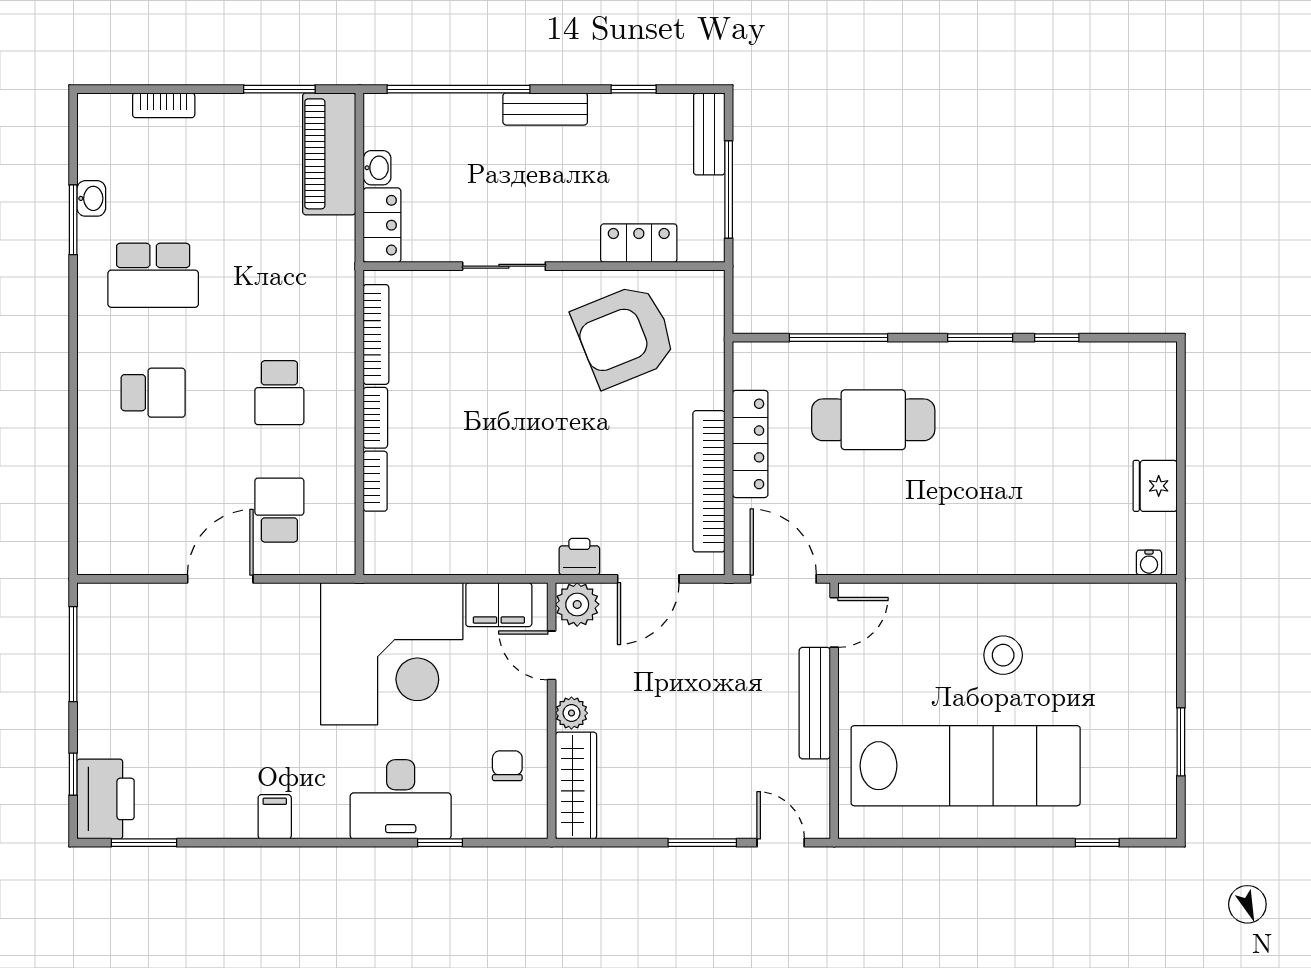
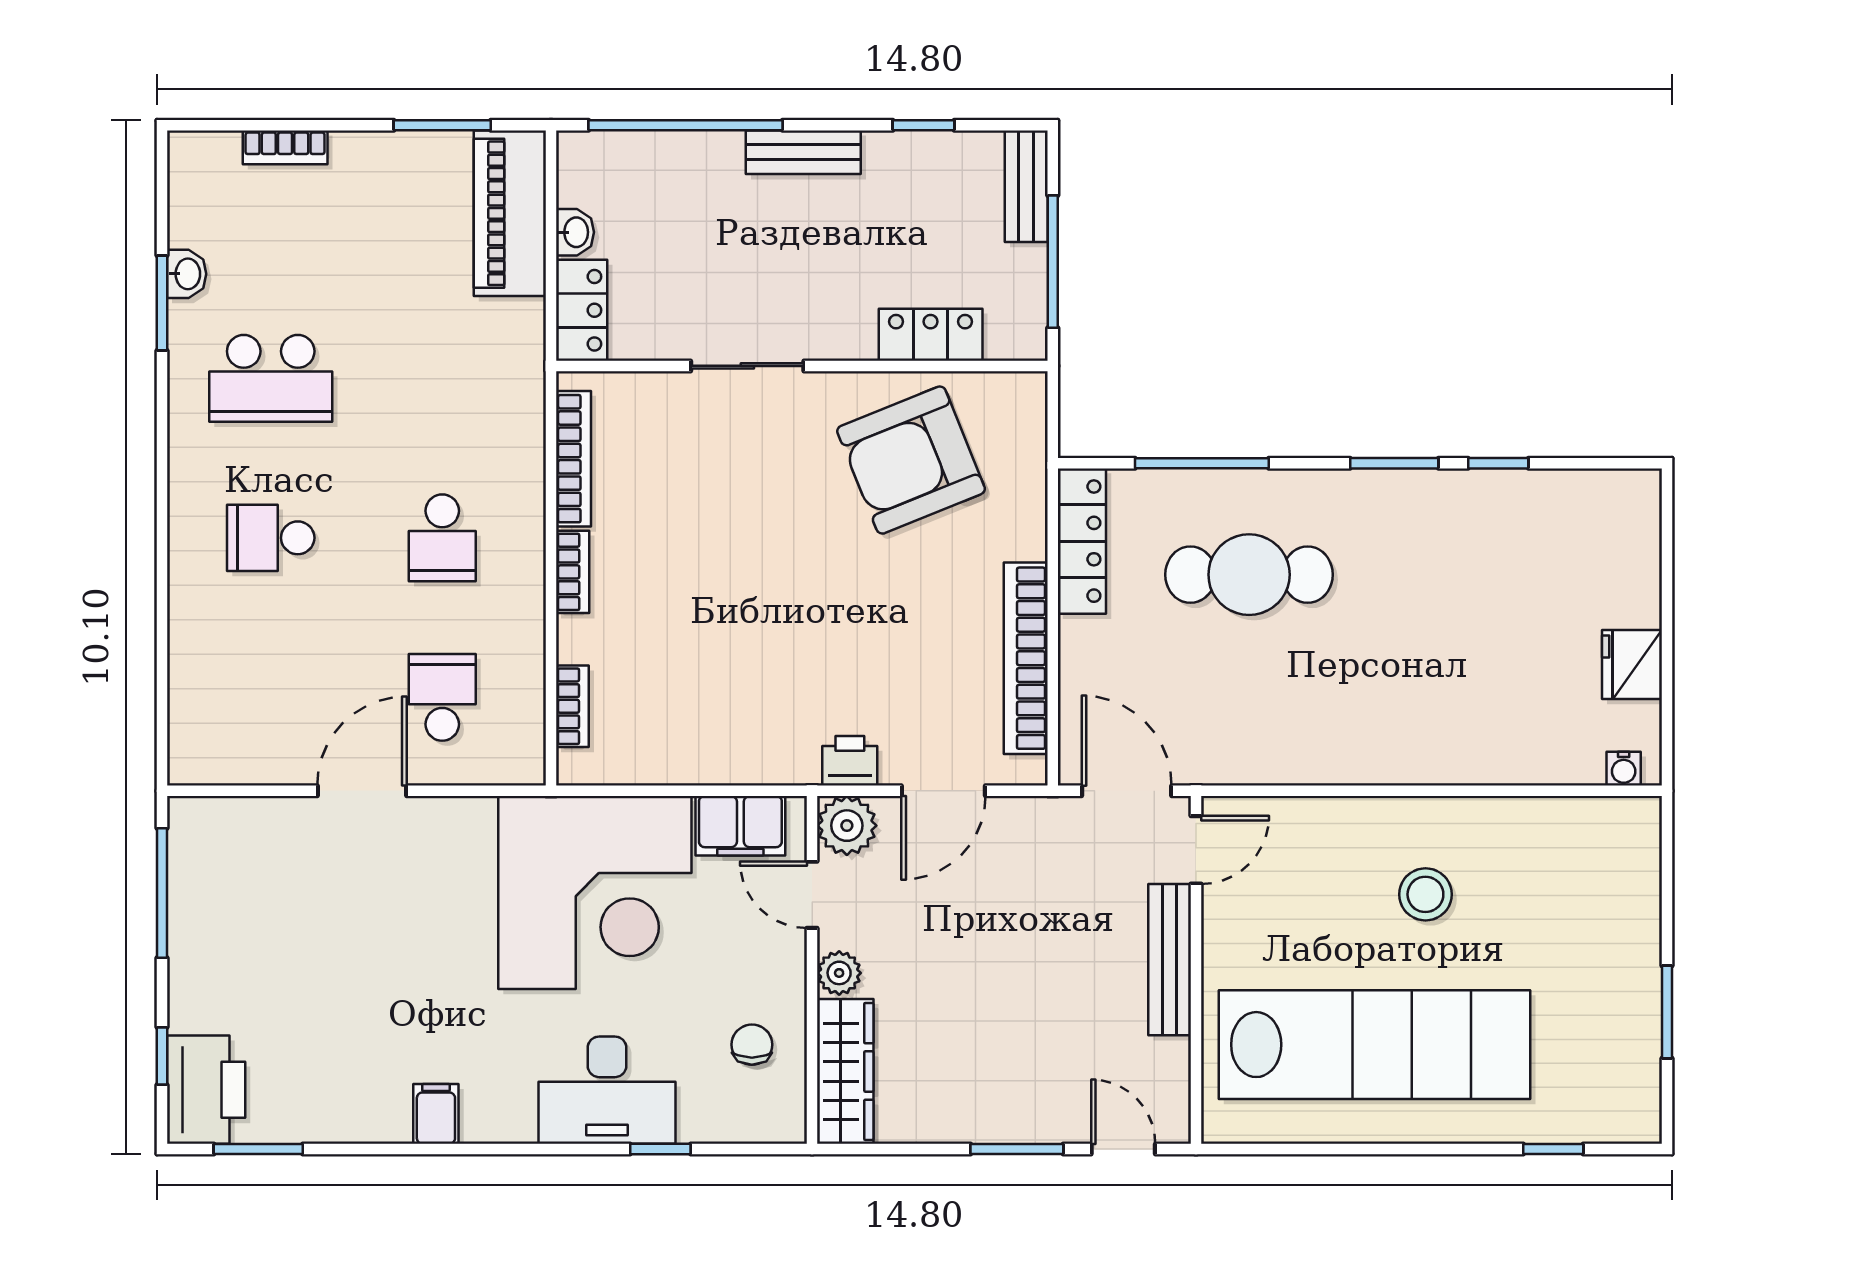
school desk: (153, 393) -> (271, 538), turned 180
locker: (750, 444) -> (1082, 541), moved
bookcase: (375, 481) -> (572, 706), moved

